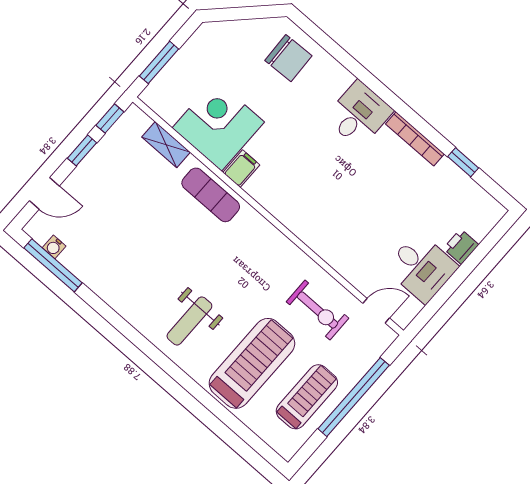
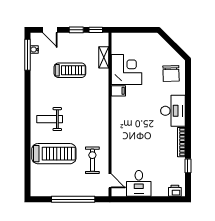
window: (159, 62) -> (130, 30), removed
desk: (359, 114) -> (173, 111), width x1.37
exercise mat: (211, 195) -> (100, 88), removed
printer: (461, 247) -> (175, 191), moved
exercise bike: (317, 310) -> (92, 160), turned 180
treadmill: (307, 397) -> (70, 70), moved

